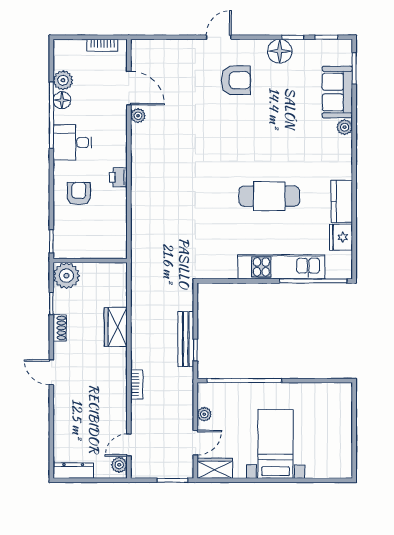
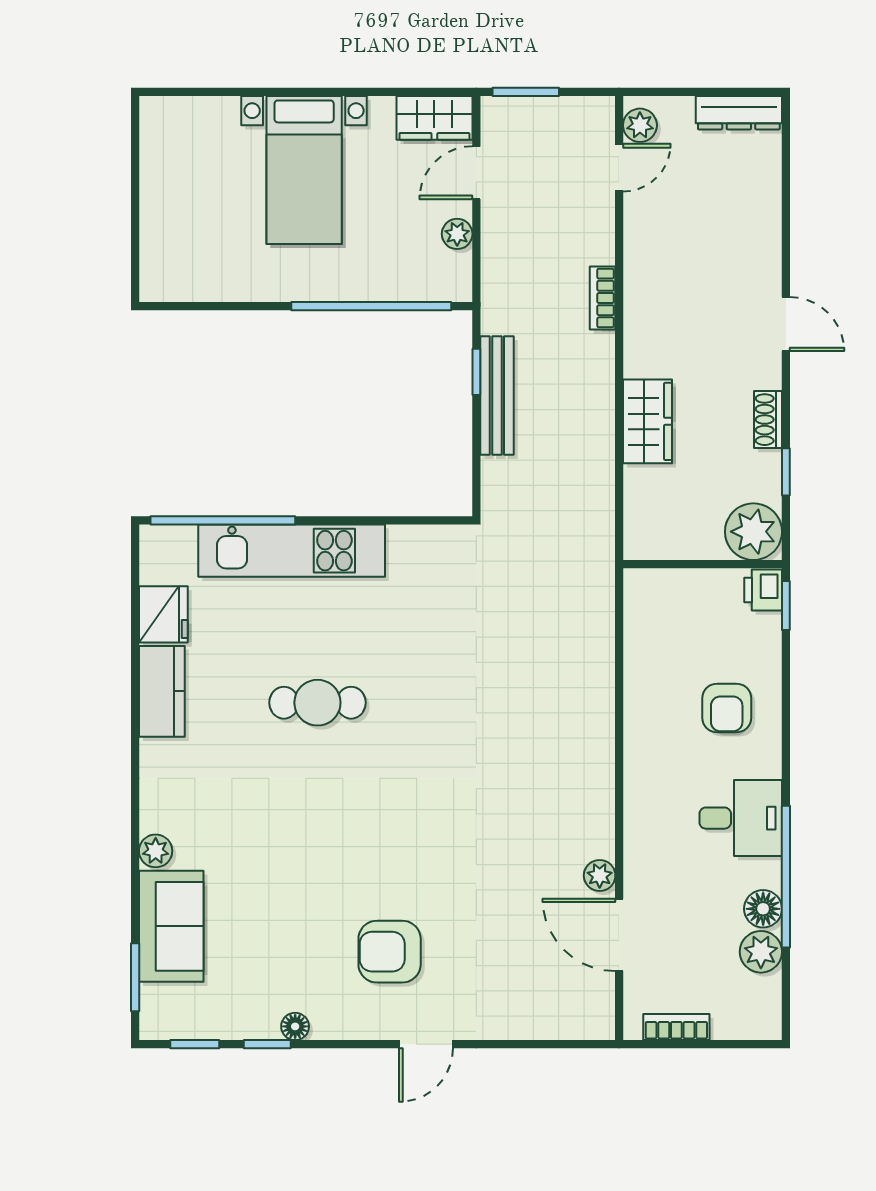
floor lamp: (280, 51) -> (295, 1026), width x0.53, depth x0.53
printer: (118, 177) -> (763, 590), moved, turned 180
cafe table: (269, 196) -> (317, 703), width x0.73, depth x0.74

